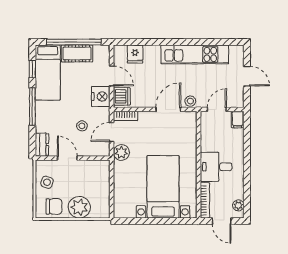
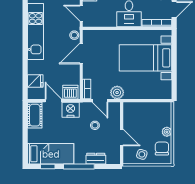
window: (74, 42) -> (25, 132), removed
cot: (77, 53) -> (35, 115), moved
door: (112, 76) -> (53, 101), hinge flipped
door: (168, 109) -> (81, 54), hinge flipped
dresser: (42, 145) -> (96, 159), moved
door: (67, 158) -> (122, 138), swing flipped
plant: (79, 207) -> (167, 132), width x0.53, depth x0.53

